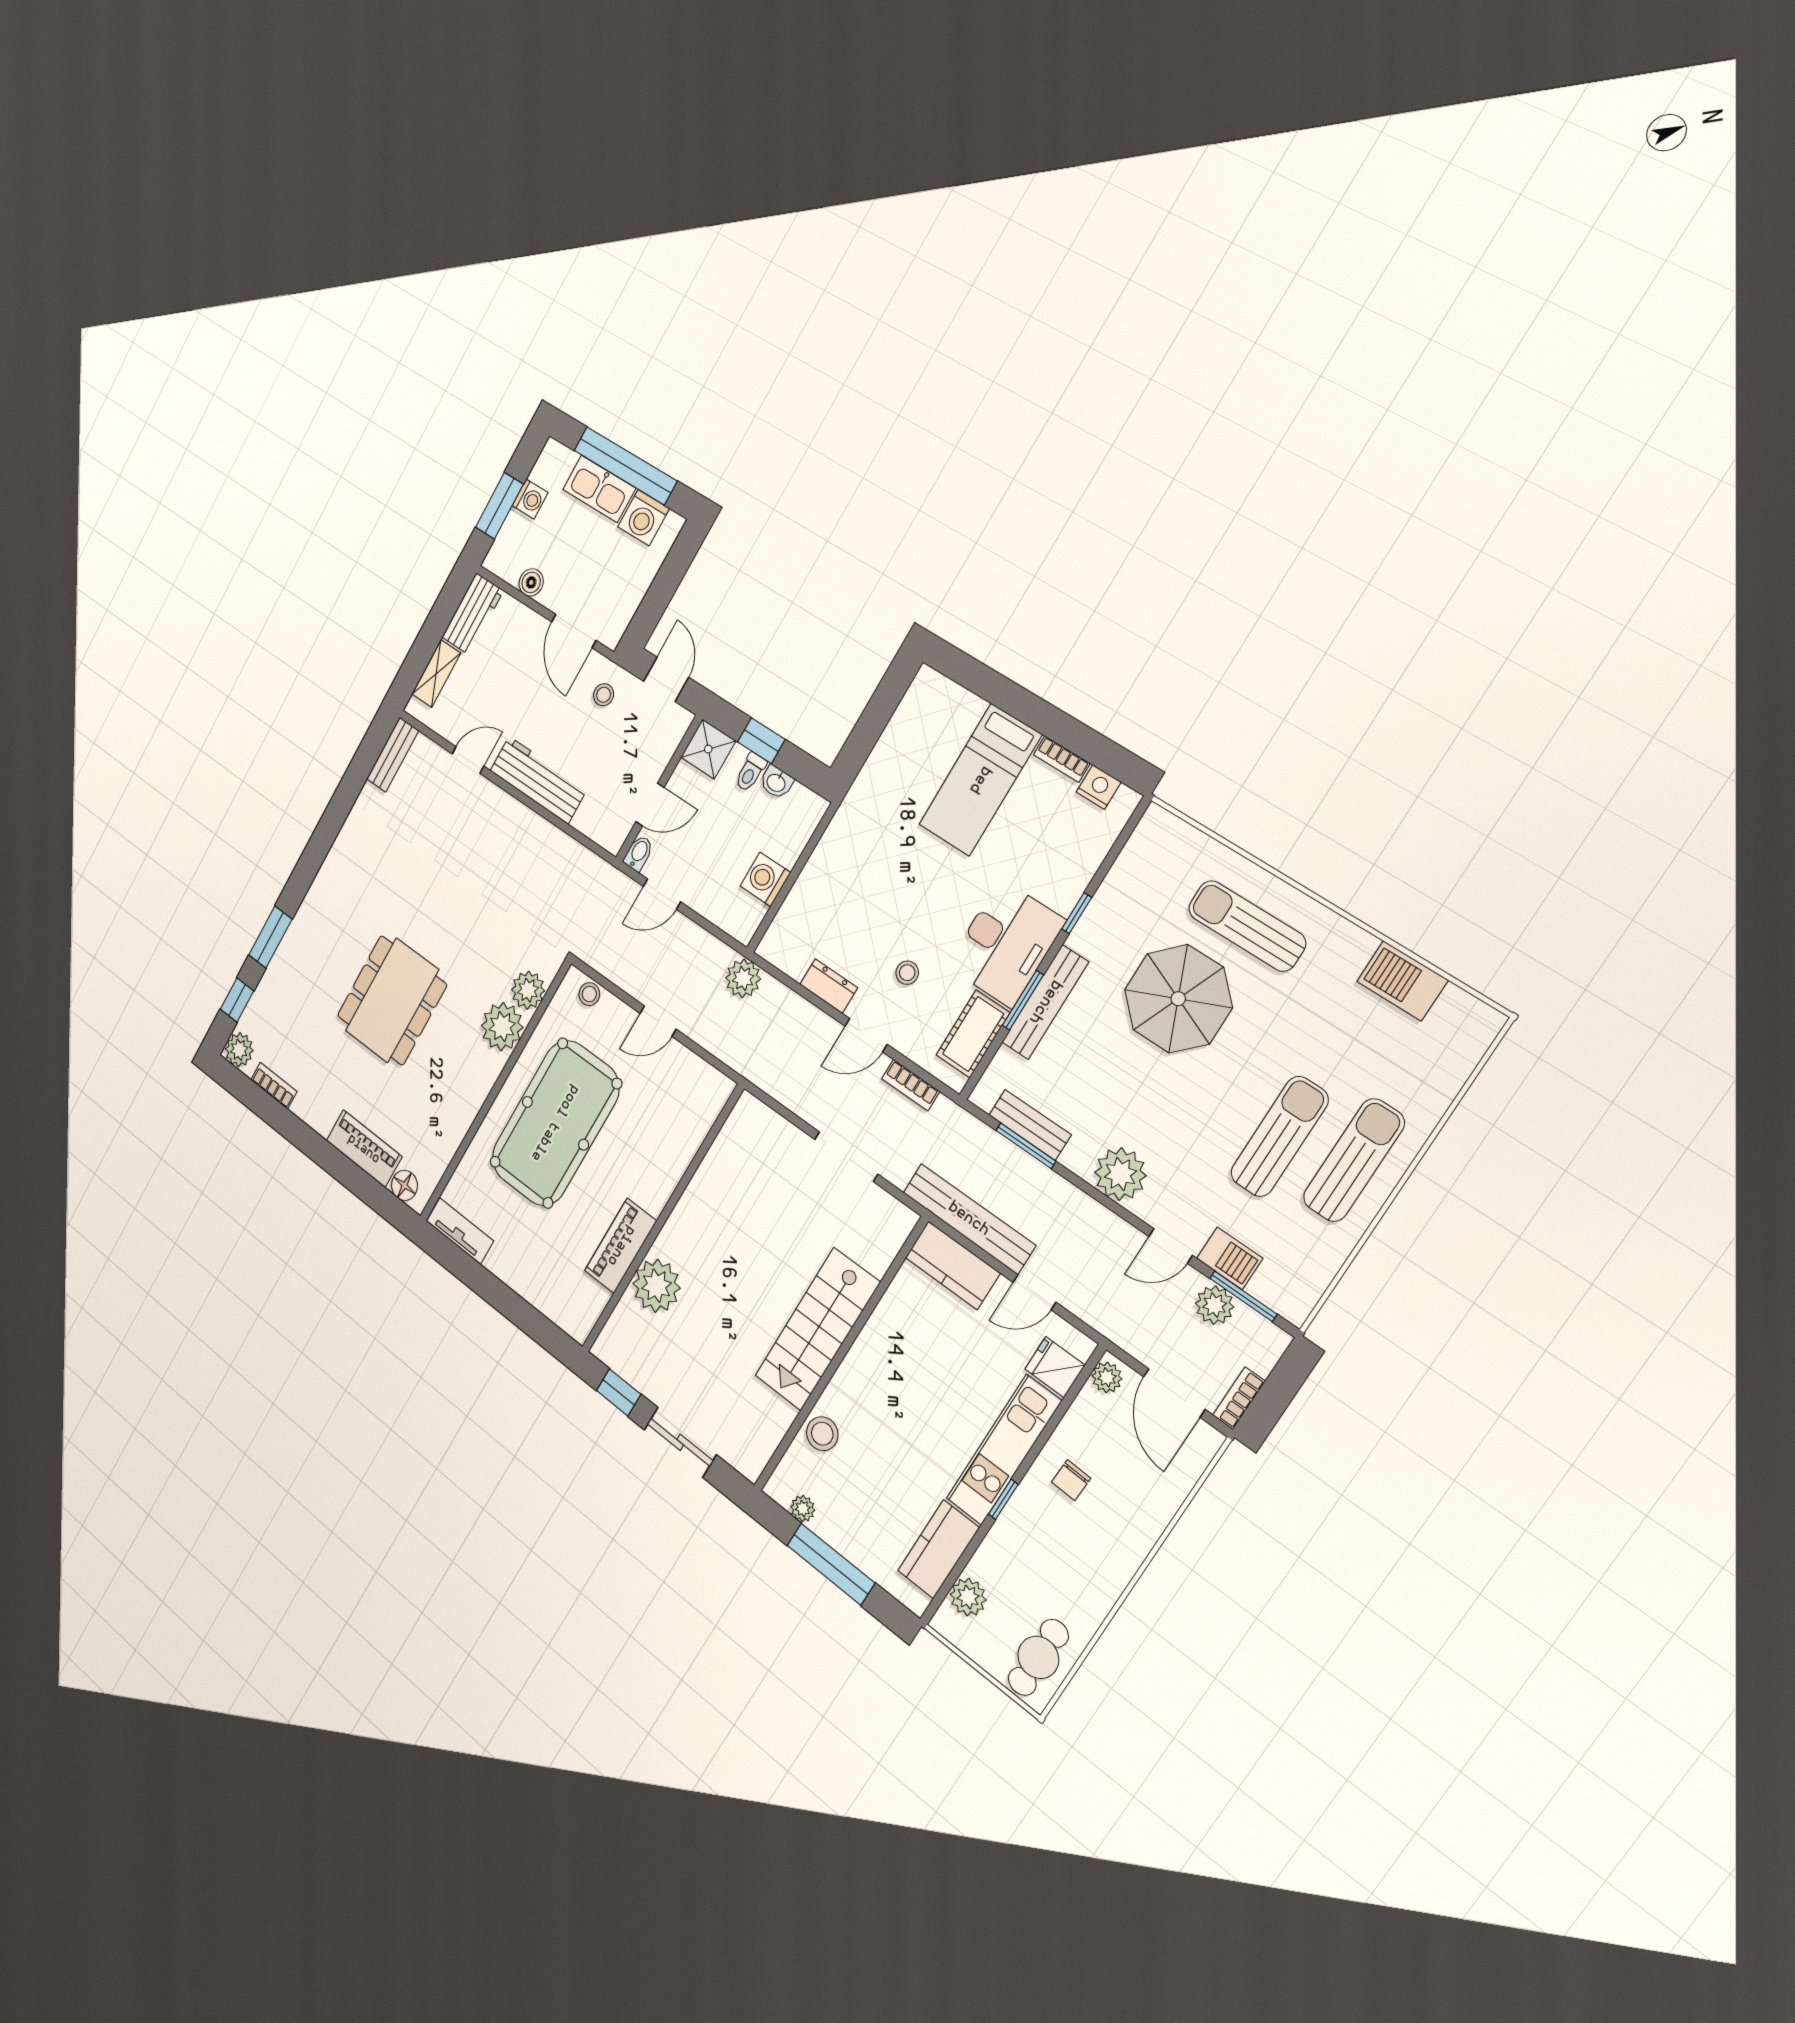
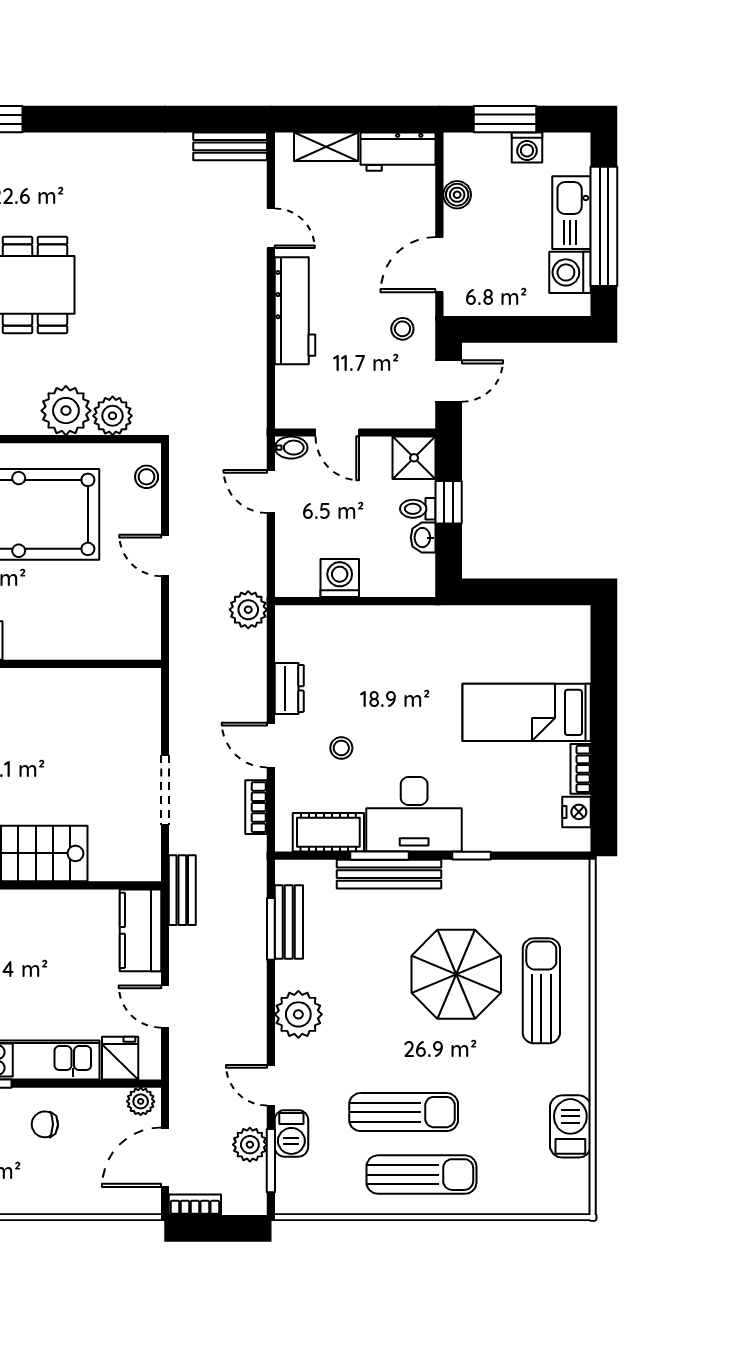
bench: (969, 1219) -> (182, 890), width x0.54, depth x0.82

